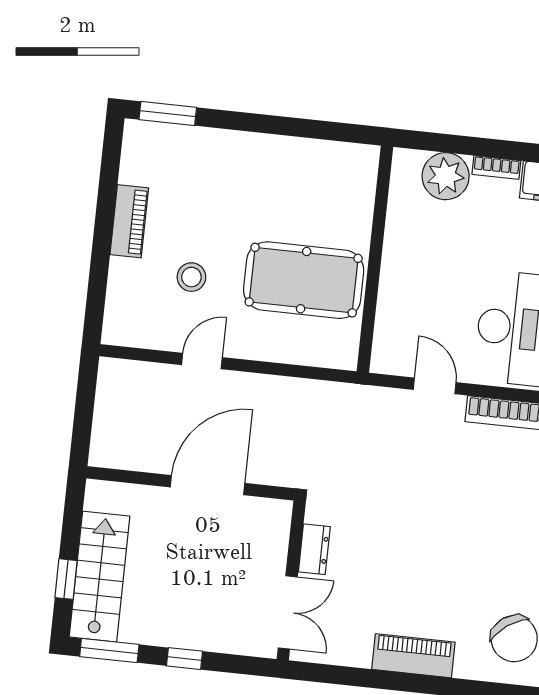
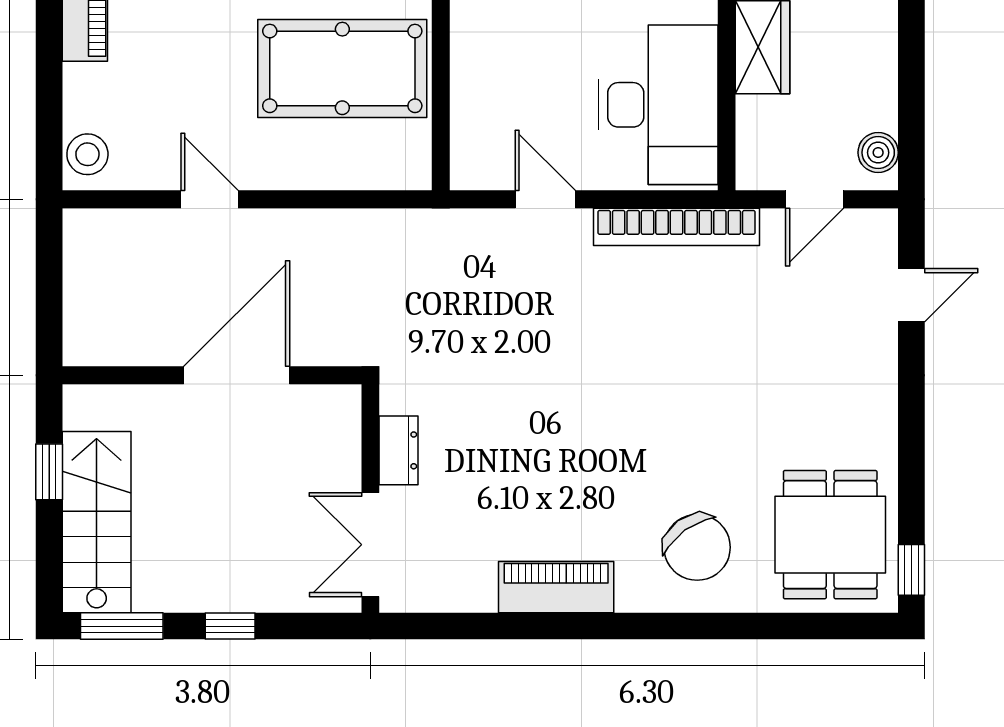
stool: (191, 277) -> (87, 154), moved
door: (202, 361) -> (210, 199), hinge flipped
window: (66, 579) -> (49, 472), moved
double door: (288, 612) -> (370, 545), swing flipped

